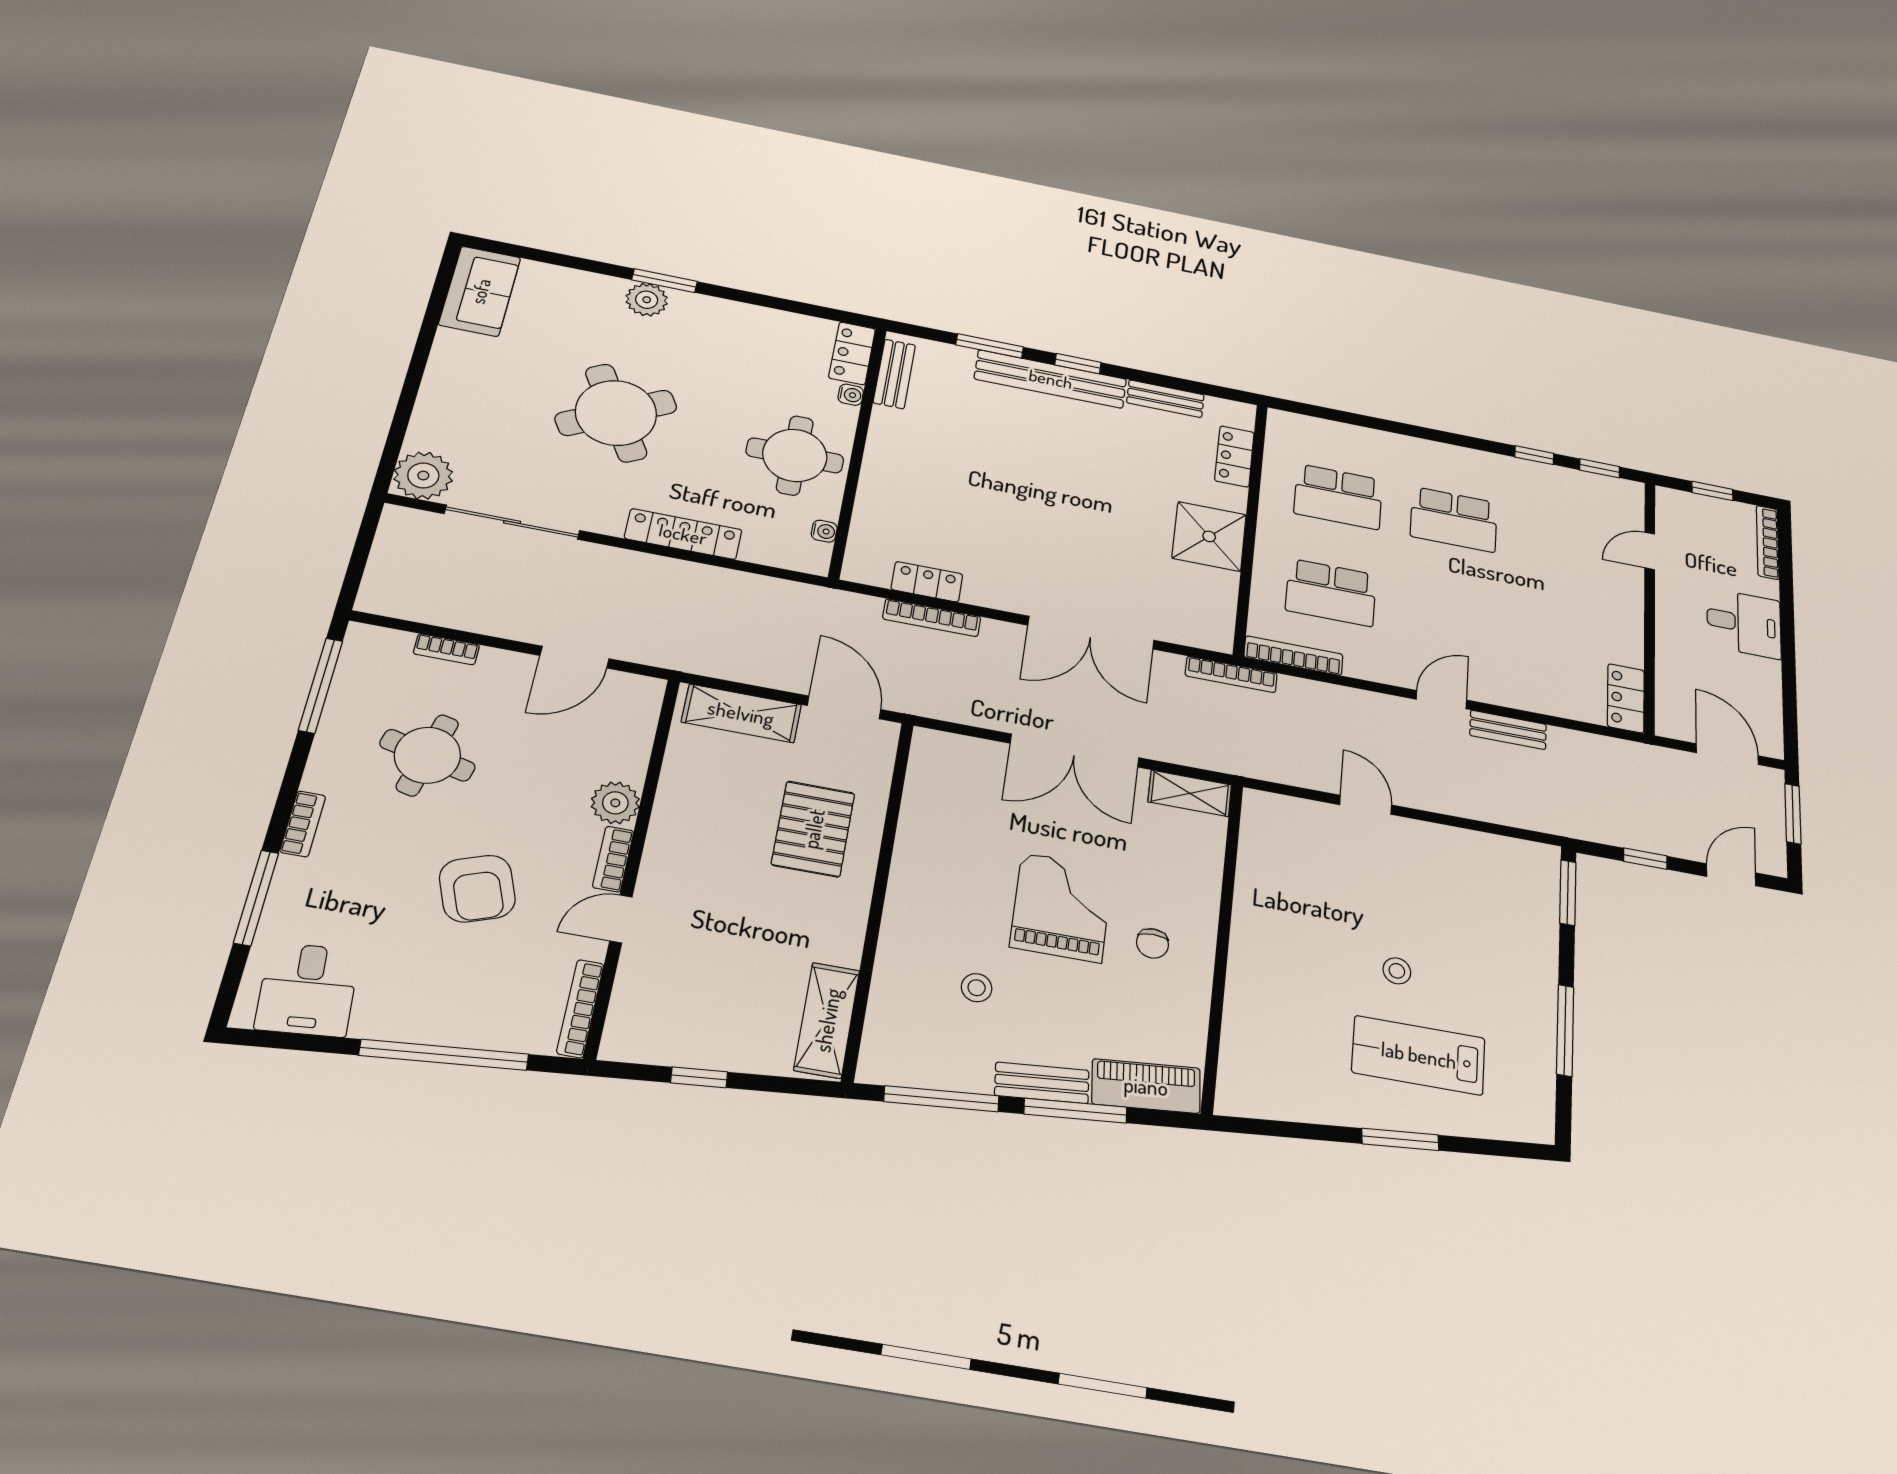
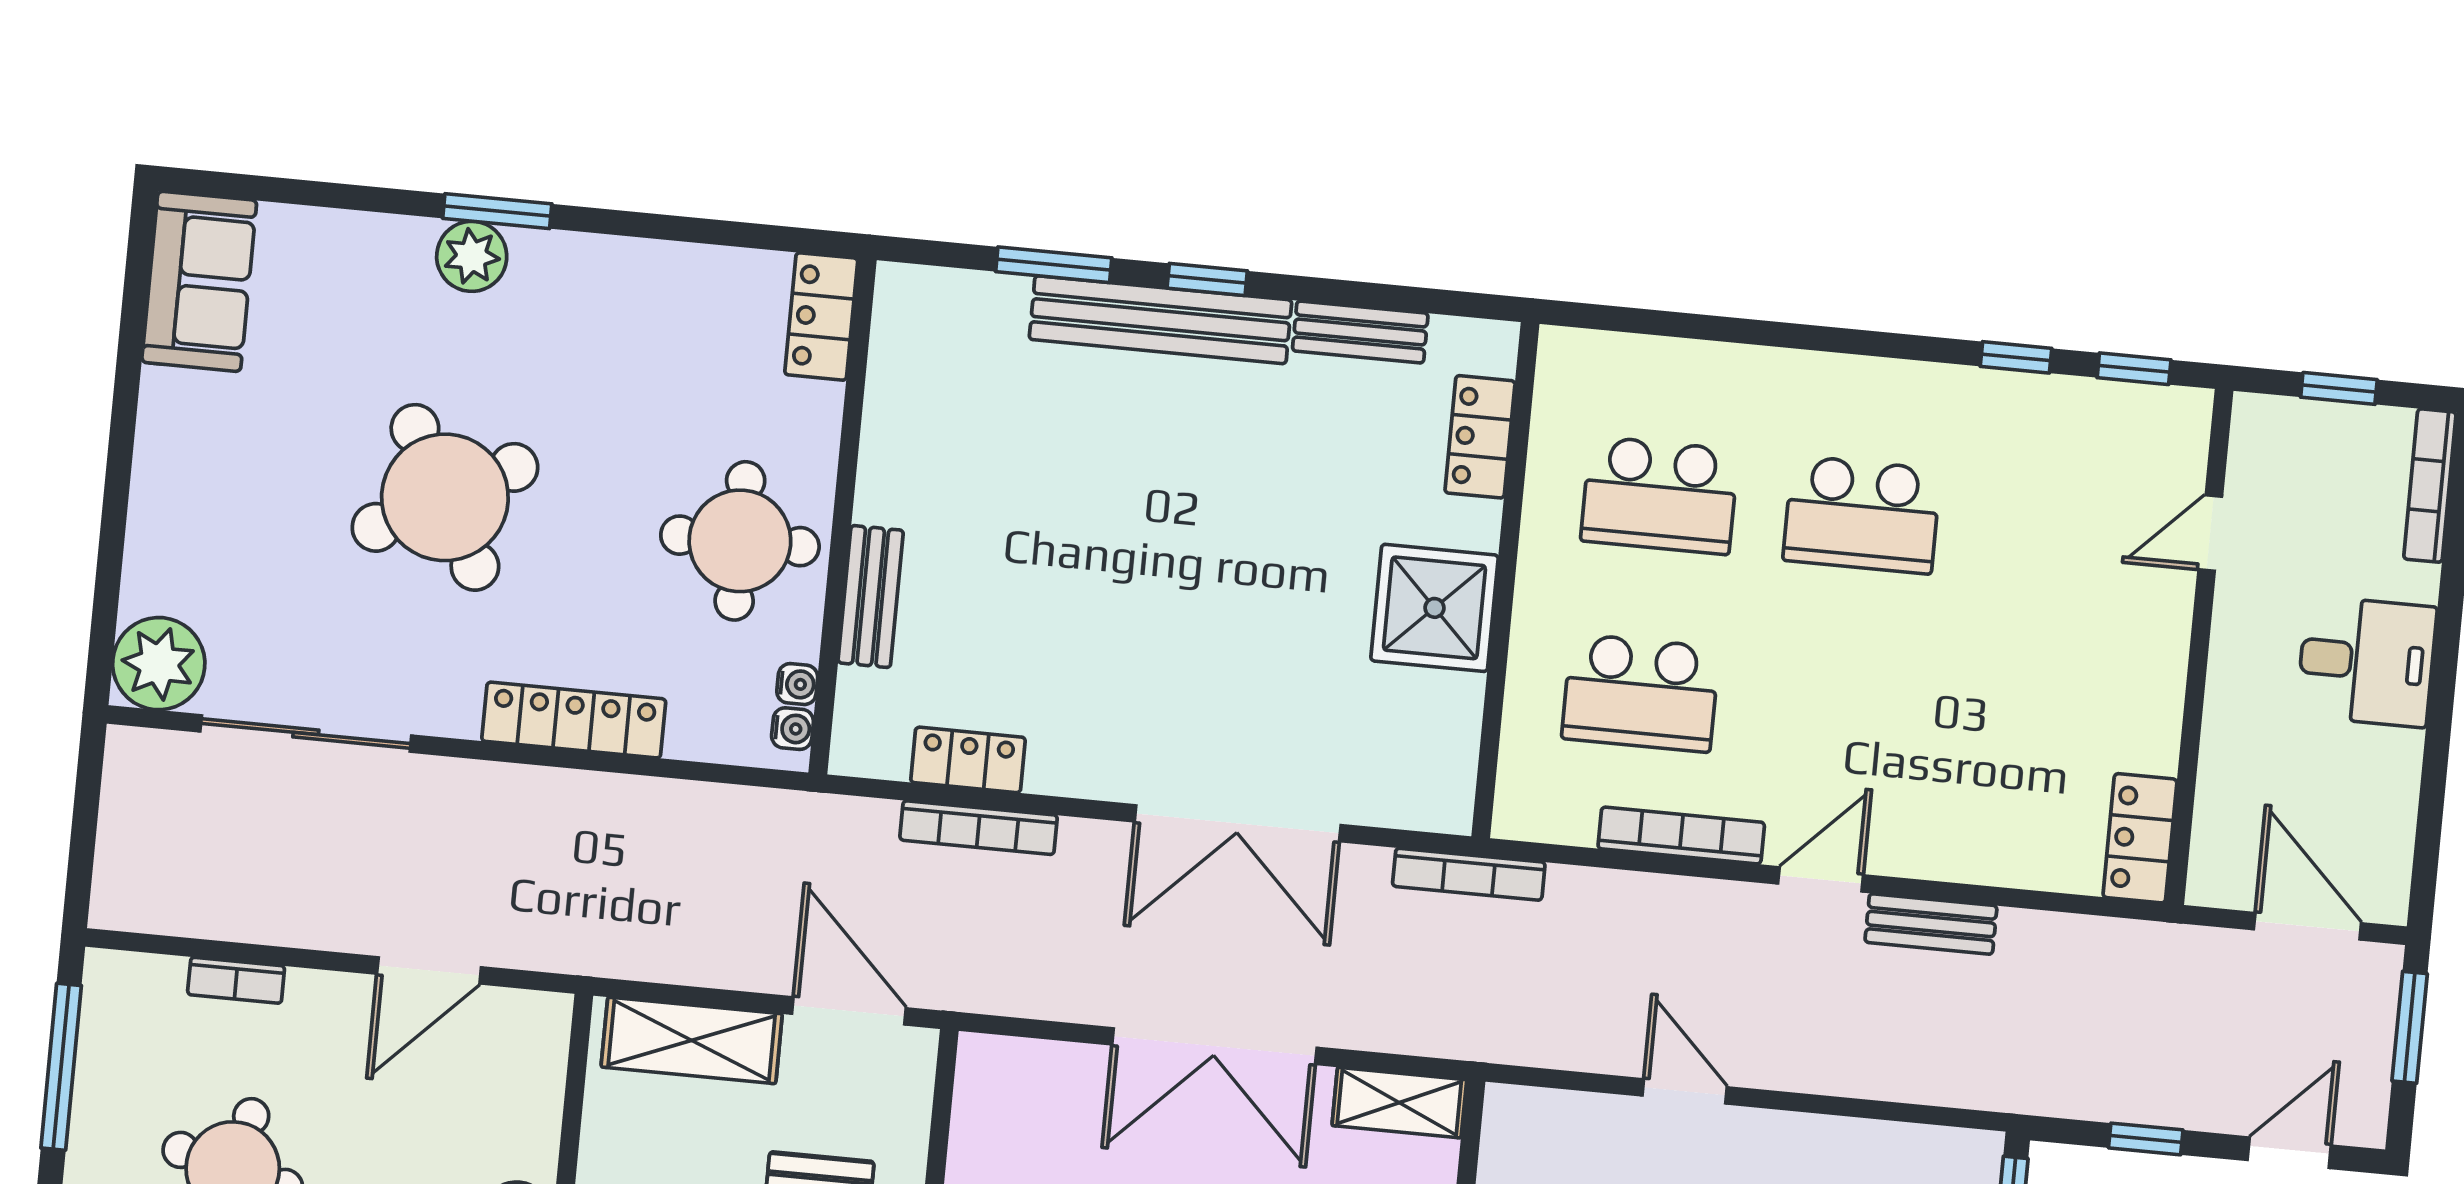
bench: (894, 374) -> (871, 597), moved
water cooler: (851, 395) -> (793, 729), moved
bookcase: (1293, 656) -> (1681, 836), moved

